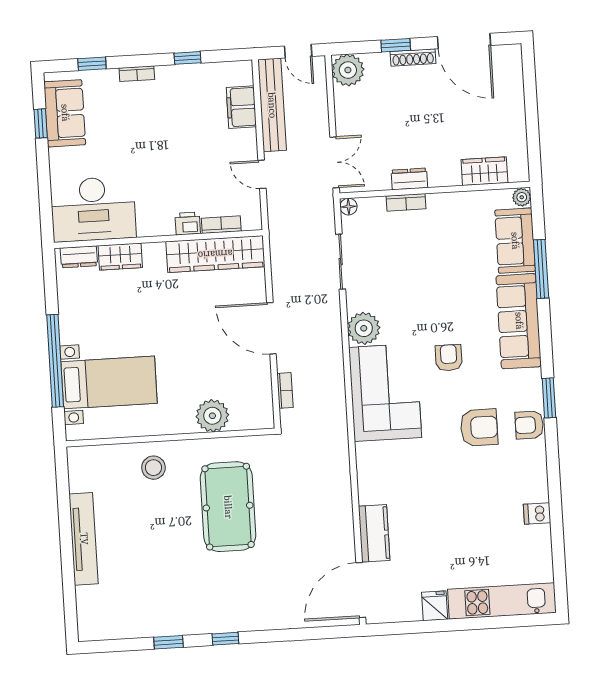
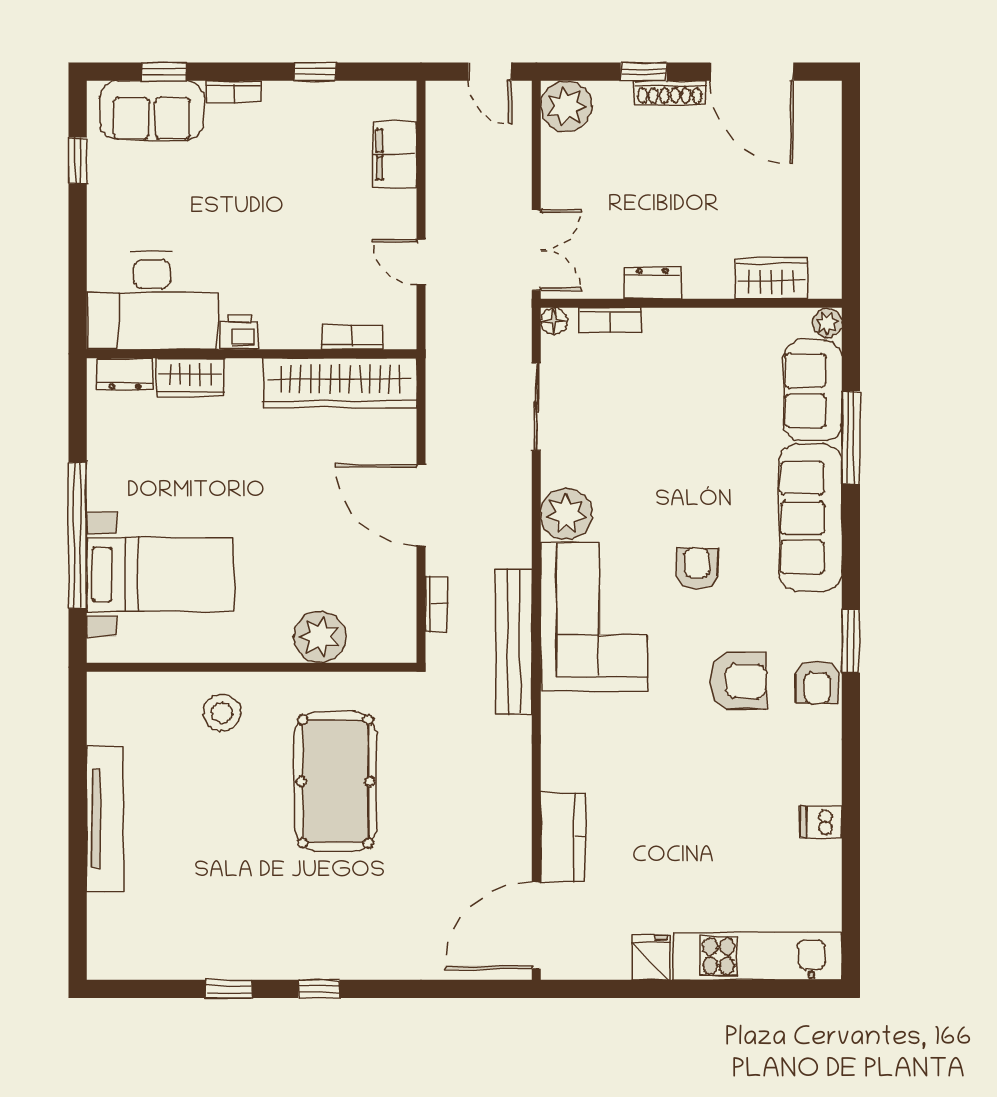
bench: (272, 105) -> (514, 642), moved
sofa: (65, 113) -> (152, 111), moved, turned 90
bookcase: (406, 202) -> (610, 320), moved
printer: (188, 223) -> (239, 332), moved
armchair: (529, 425) -> (817, 682), turned -90

